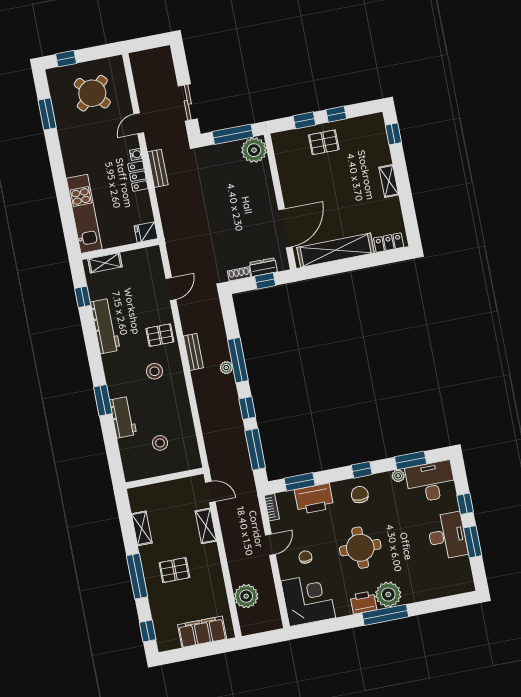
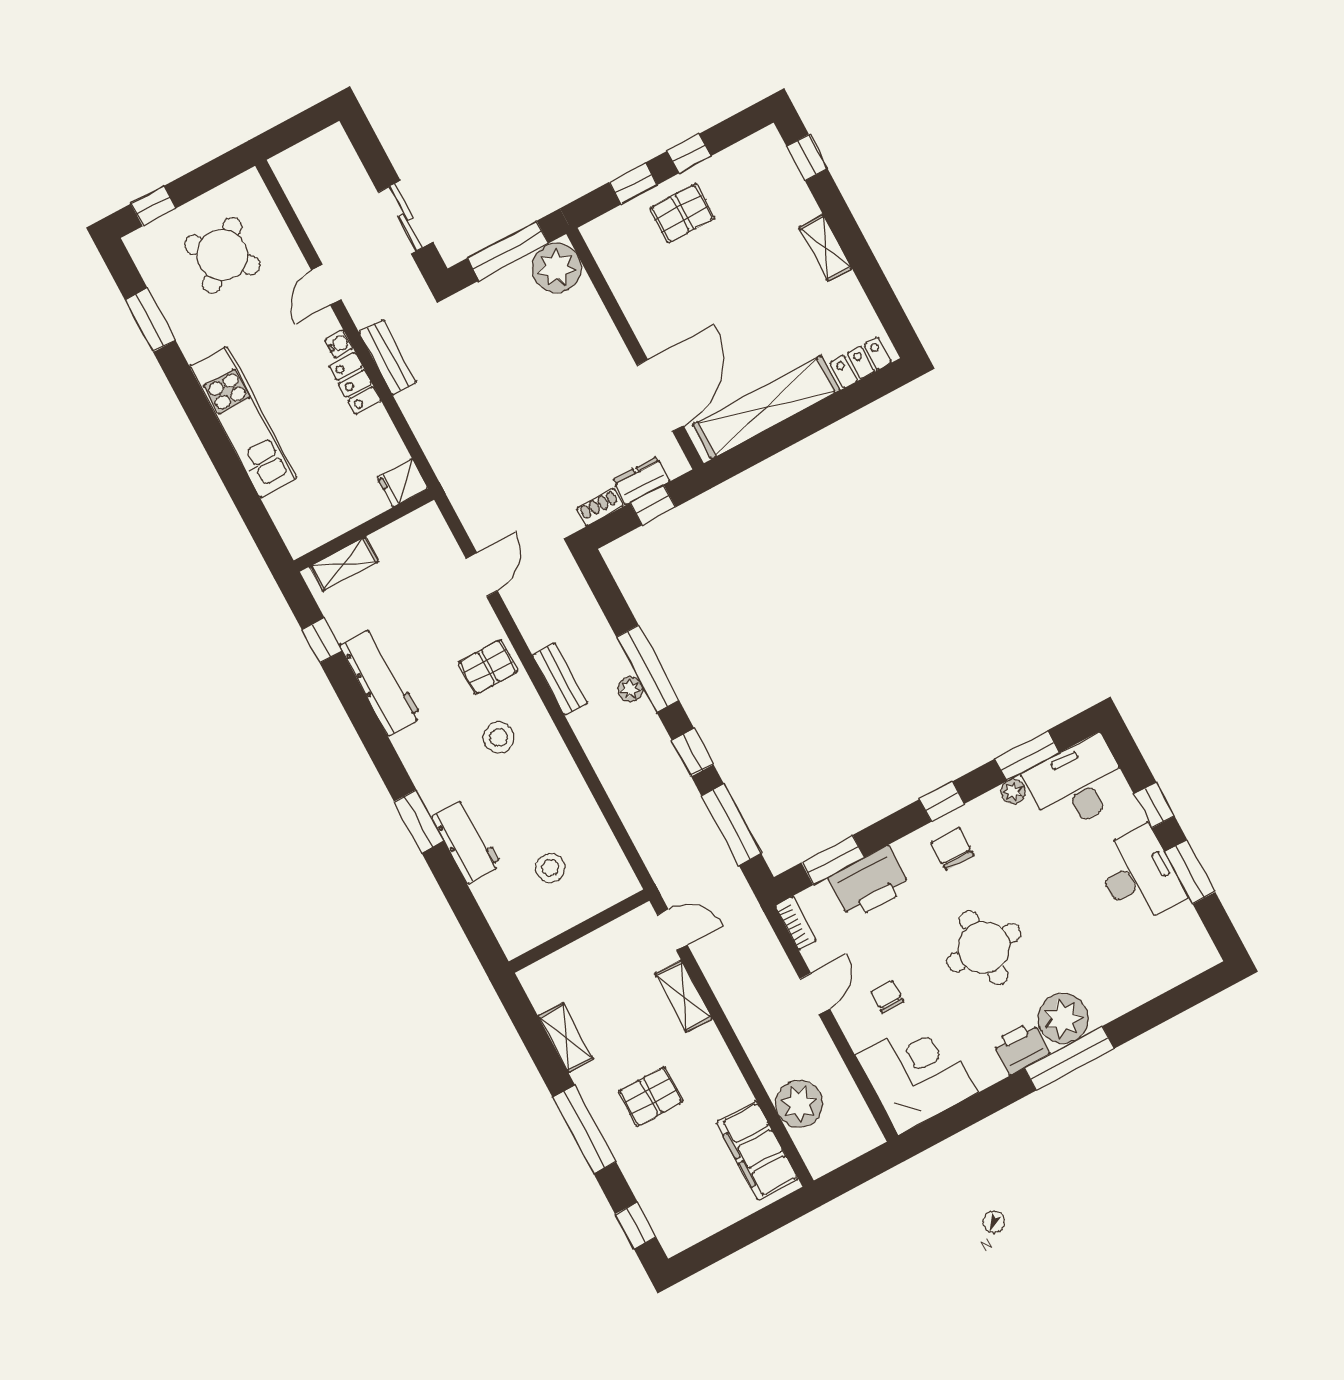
kitchen unit: (84, 214) -> (243, 422), moved
filing cabinet: (202, 632) -> (757, 1151), moved, turned -90

